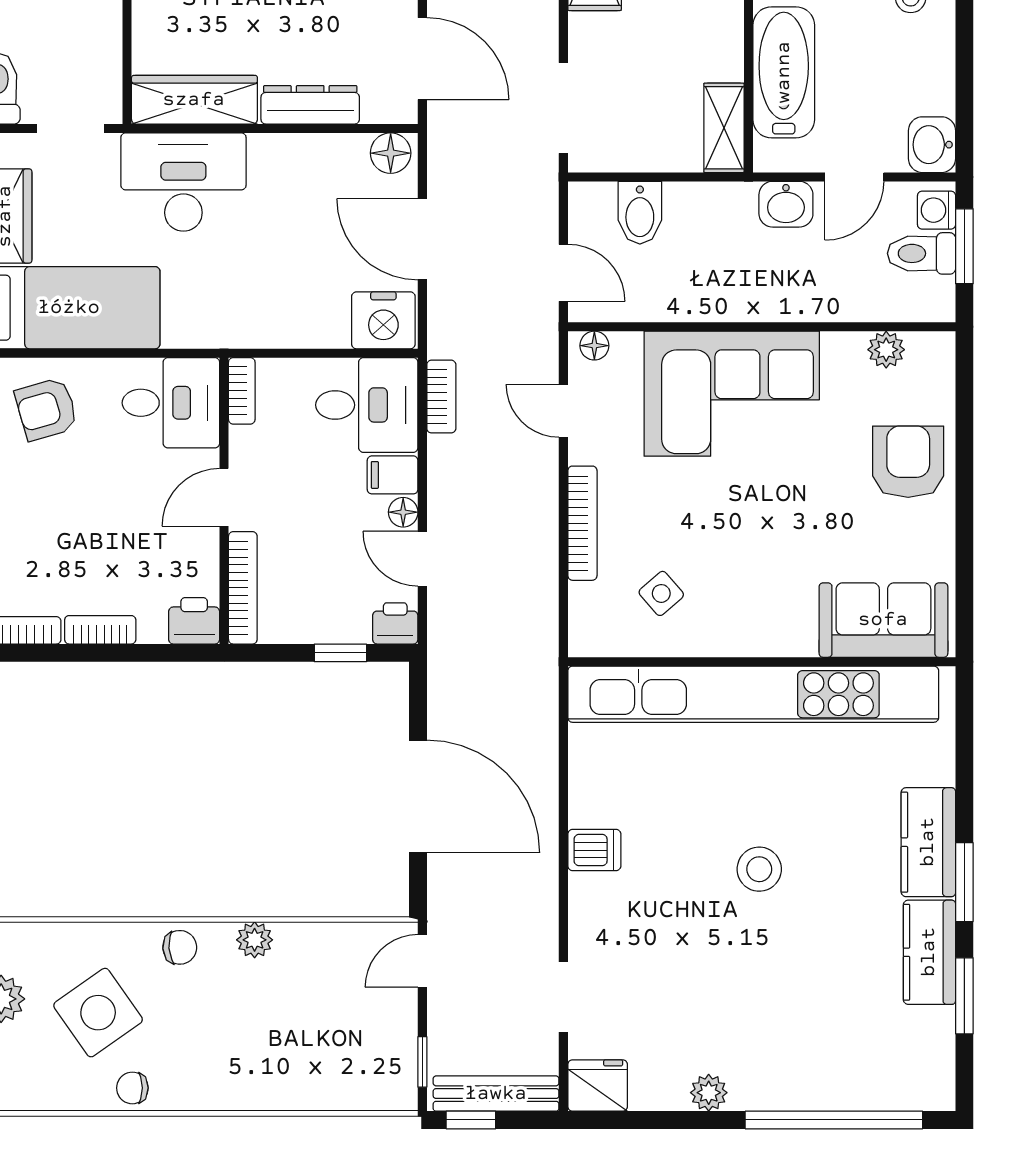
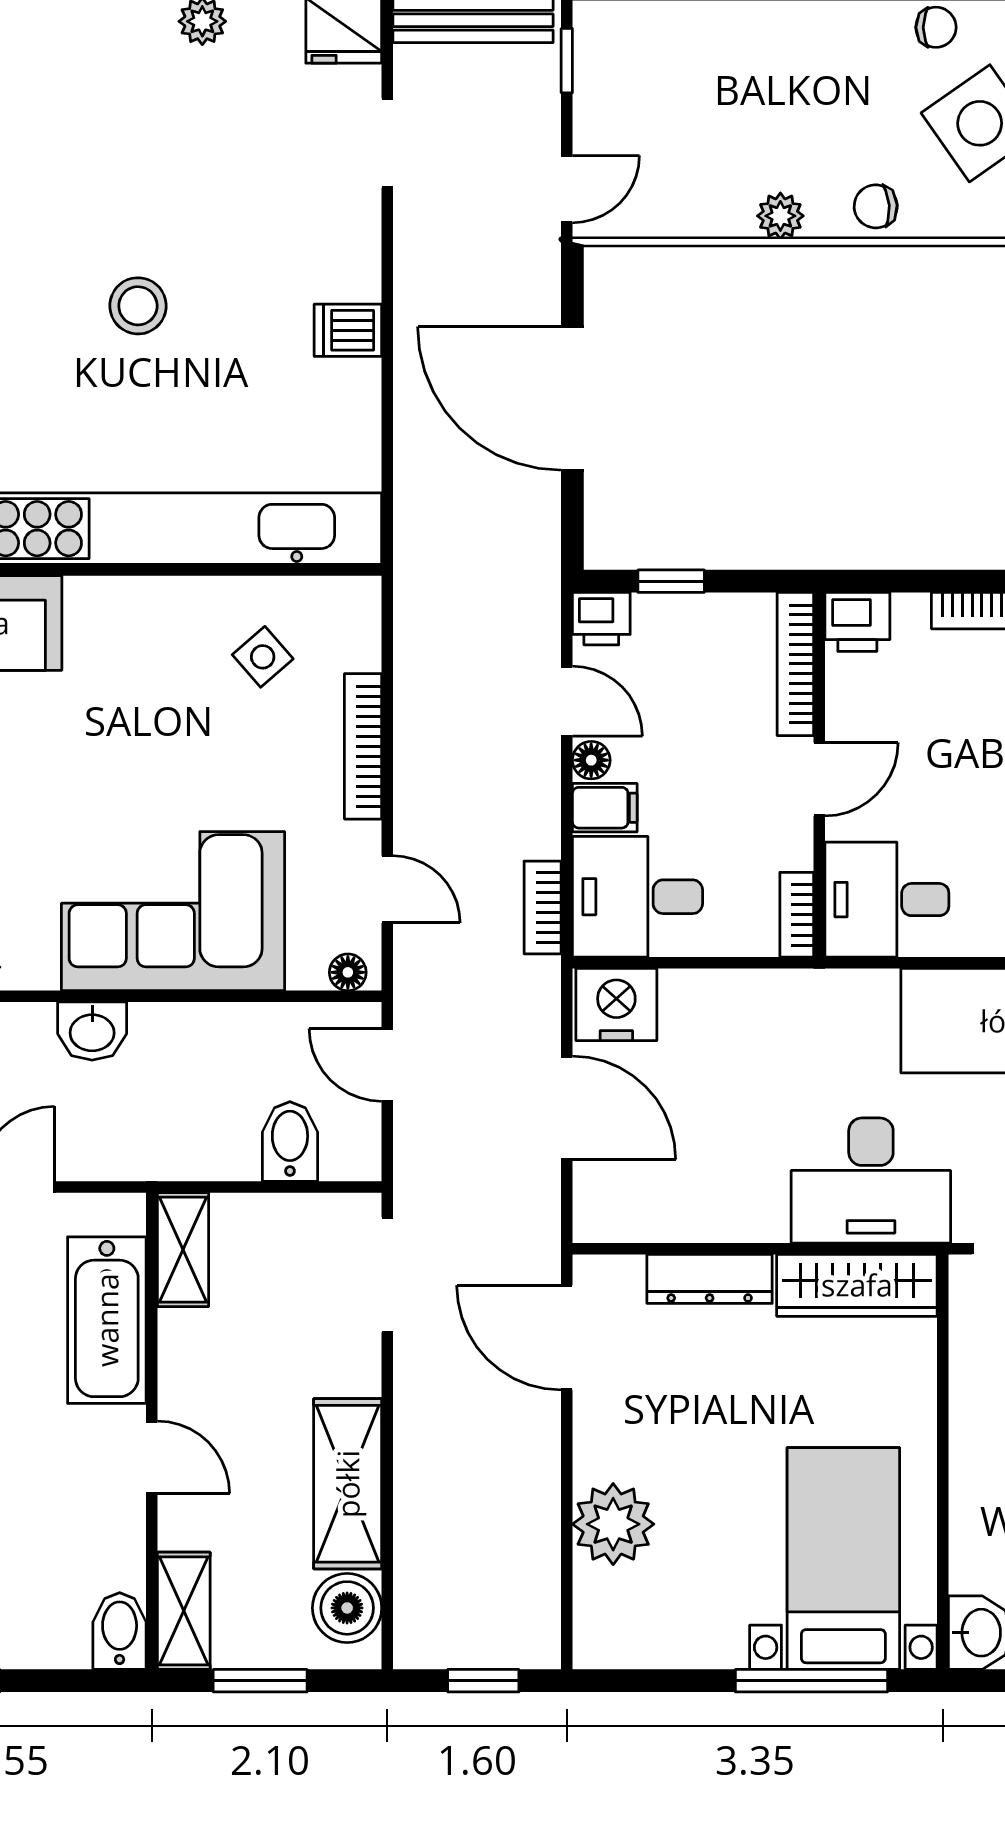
floor lamp: (391, 153) -> (607, 1217), removed
washbasin: (786, 204) -> (92, 1031), moved, turned 180

